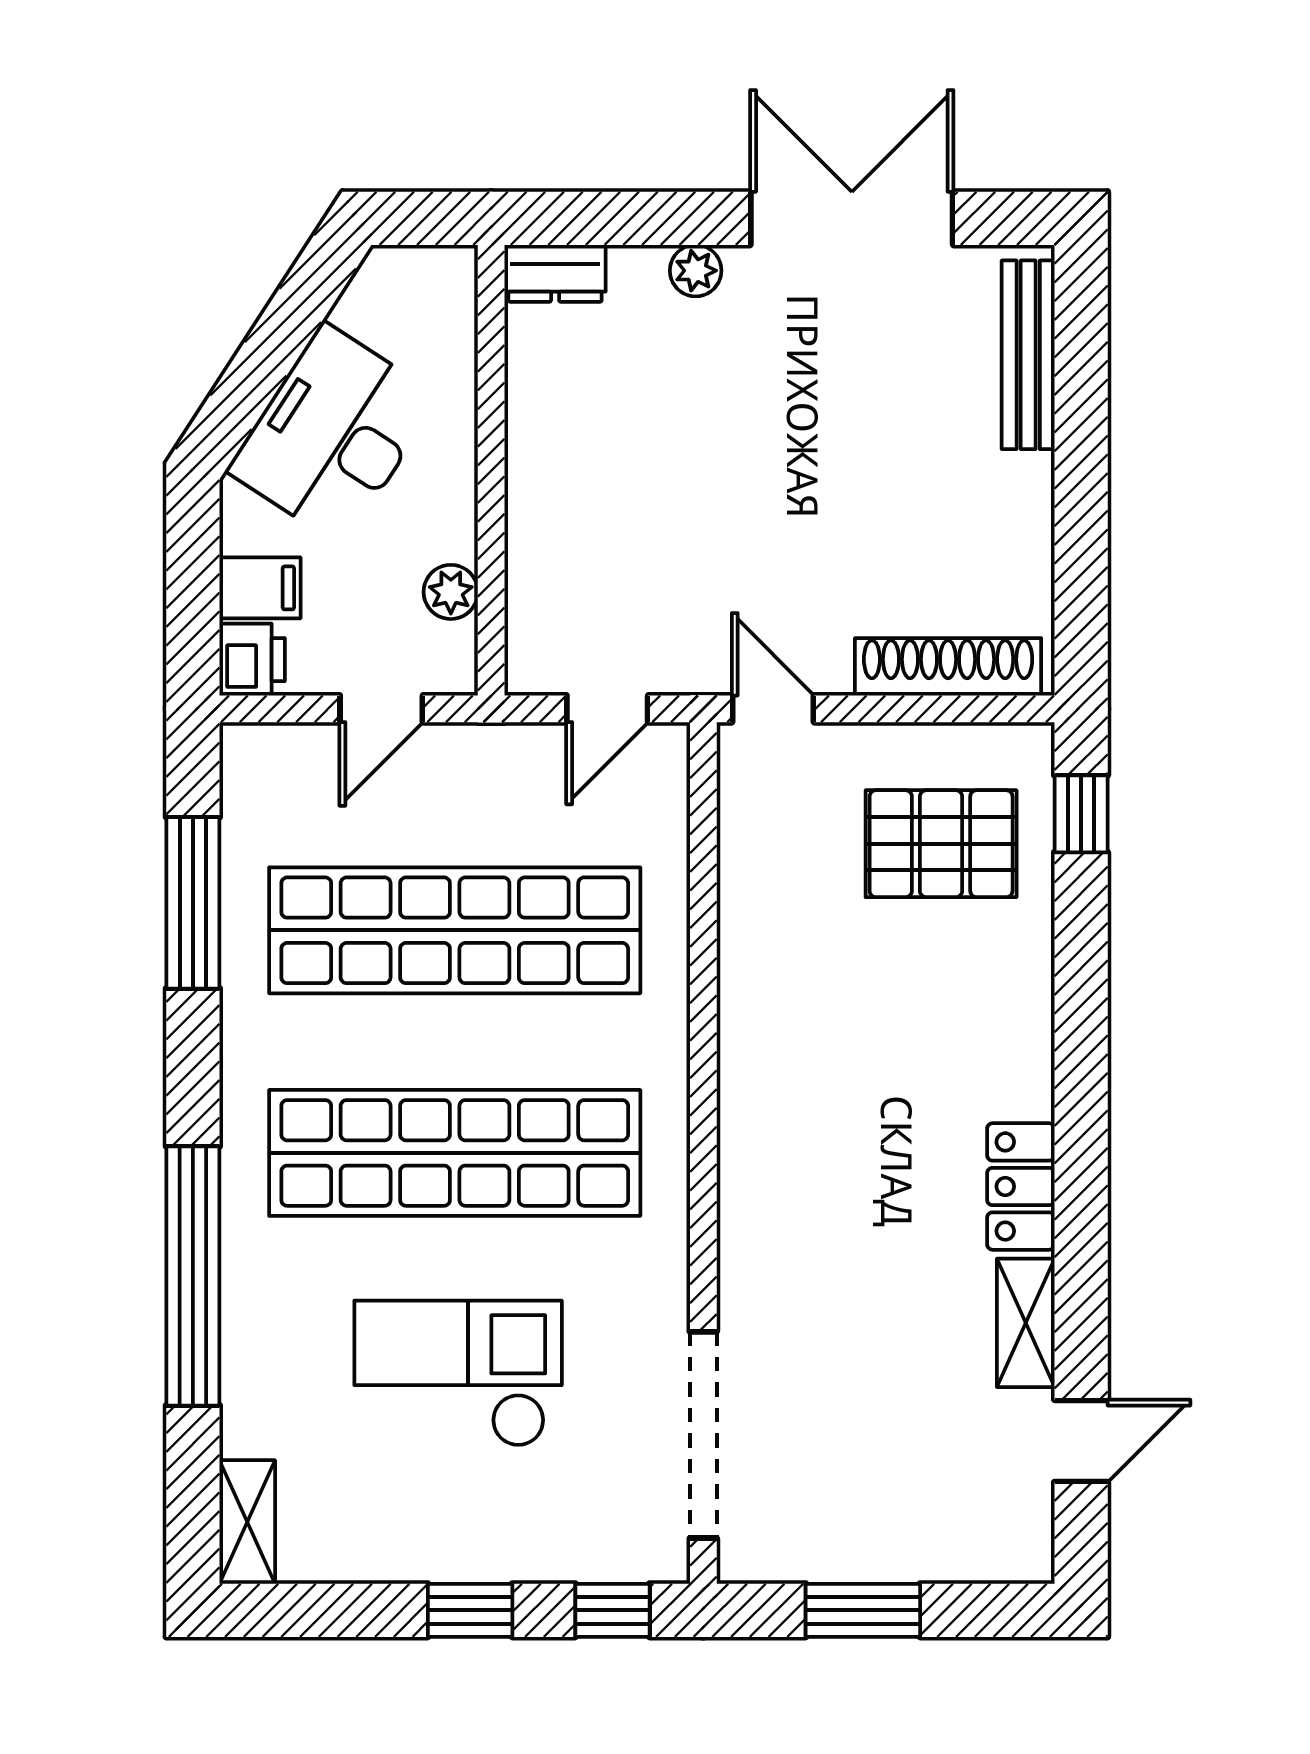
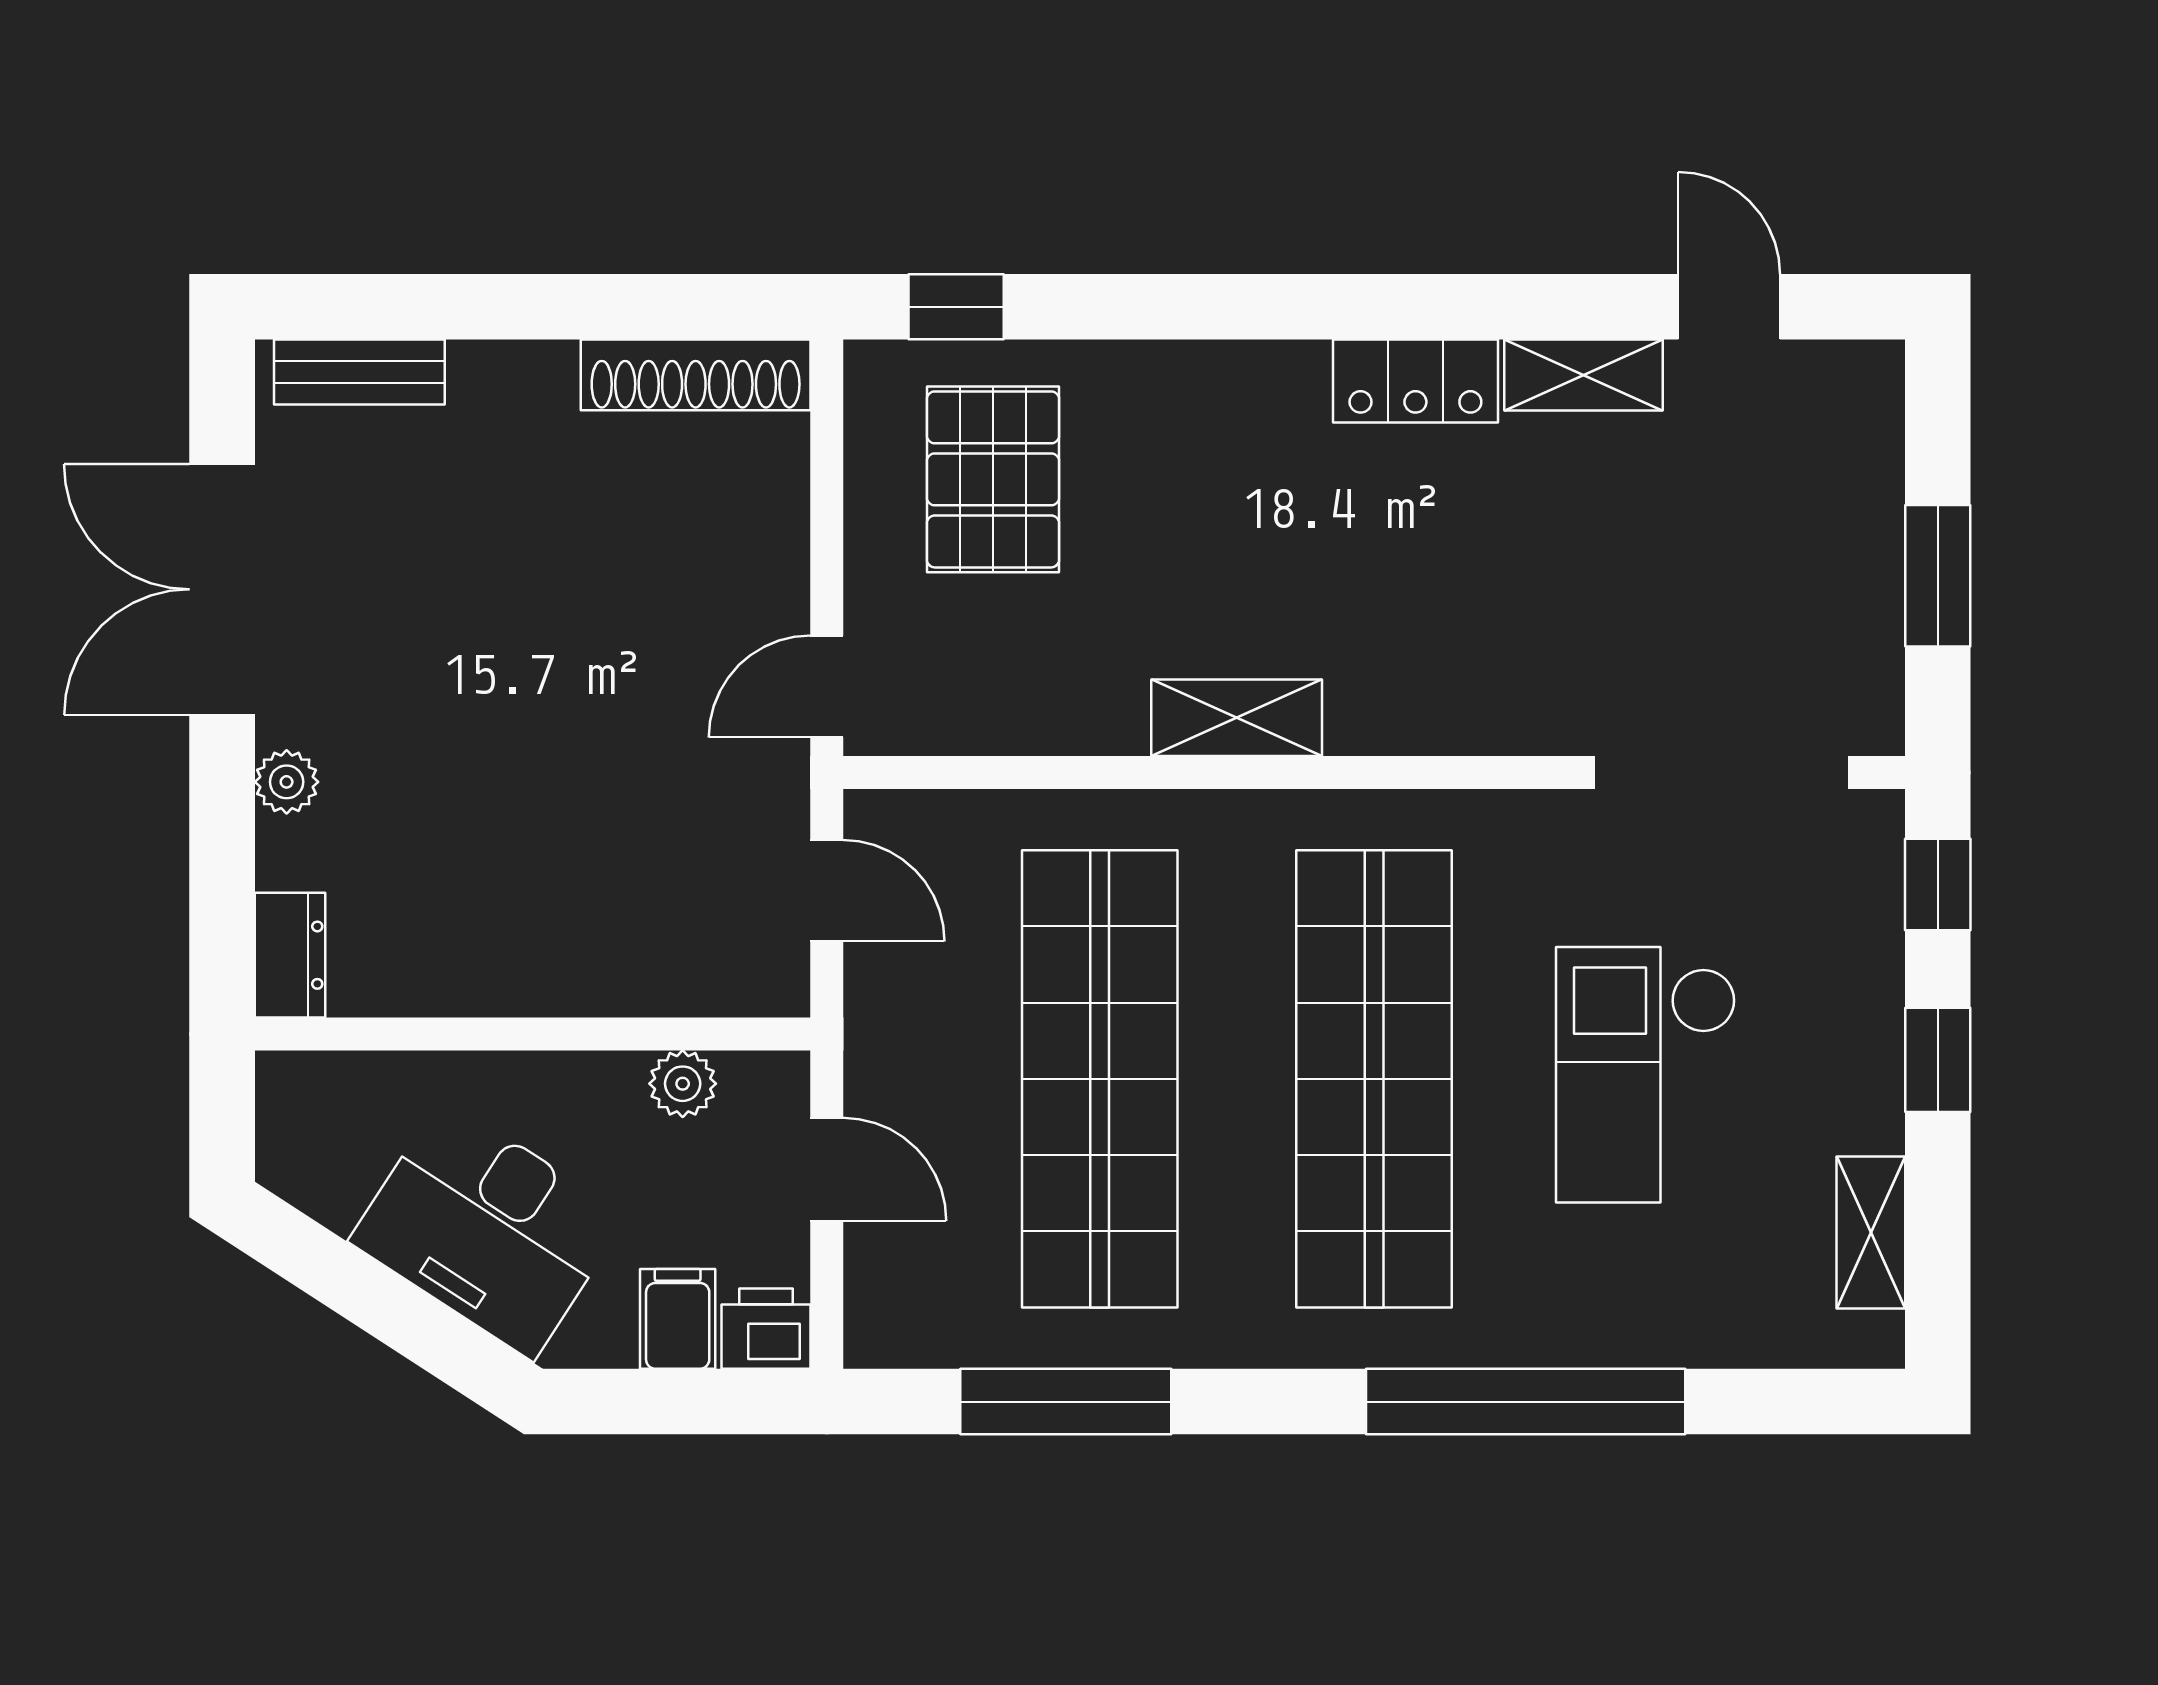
bench: (1028, 355) -> (359, 372), width x0.73
shoe rack: (948, 667) -> (696, 375), moved, turned -90
shelving: (748, 1041) -> (1237, 718), added
shelving: (247, 1522) -> (1871, 1233), moved, turned 90

